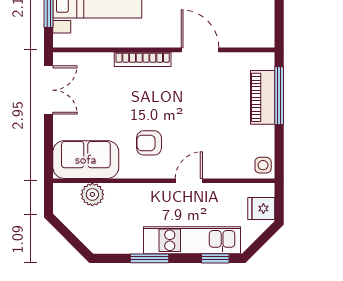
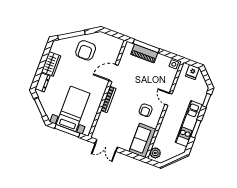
double door: (49, 90) -> (106, 145), swing flipped
plant: (92, 194) -> (155, 153), moved
kitchen unit: (192, 240) -> (189, 124), moved

